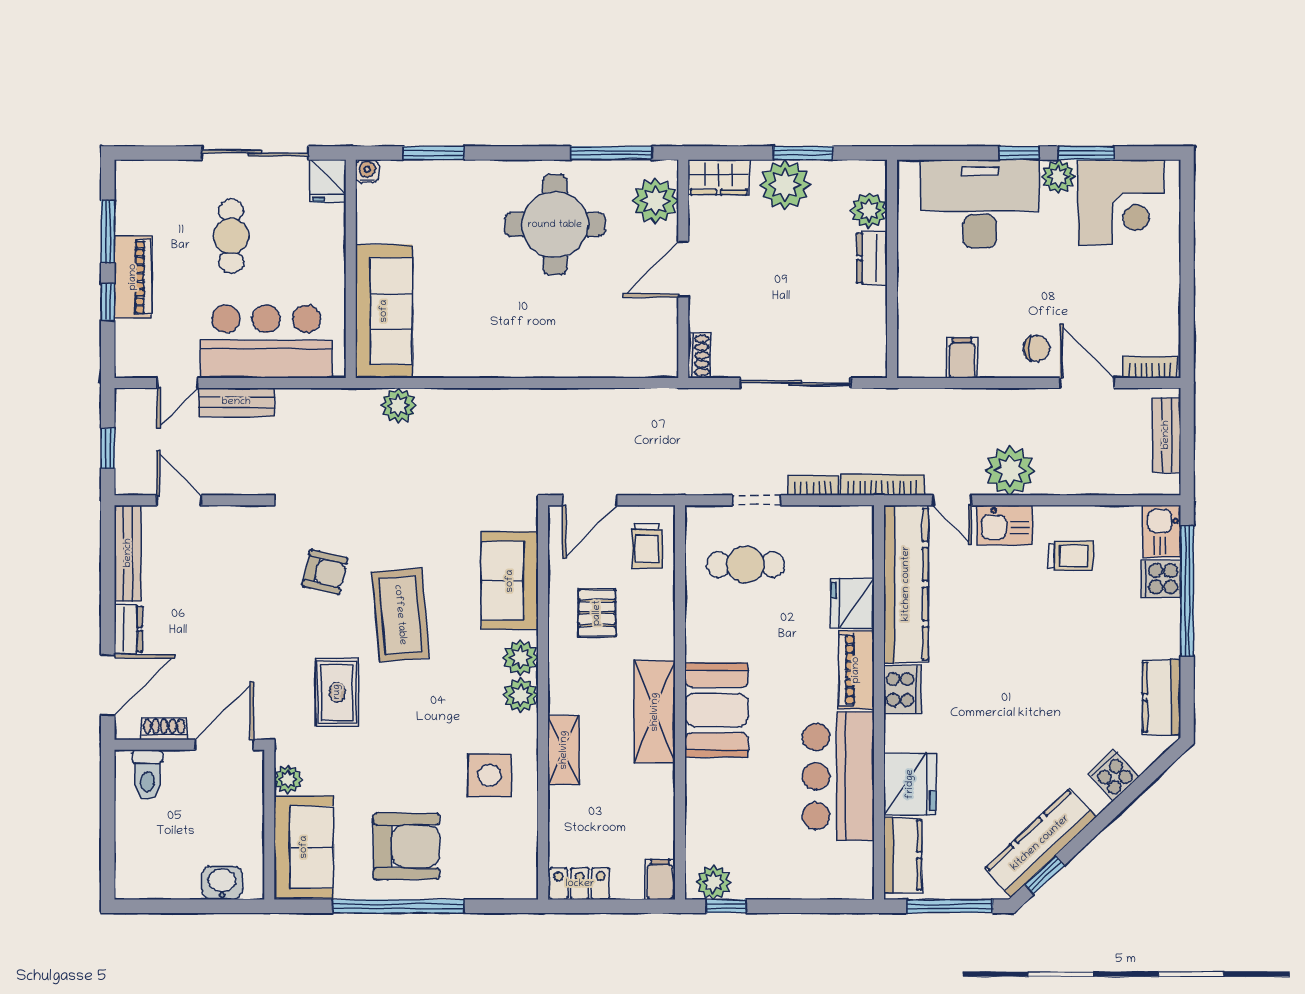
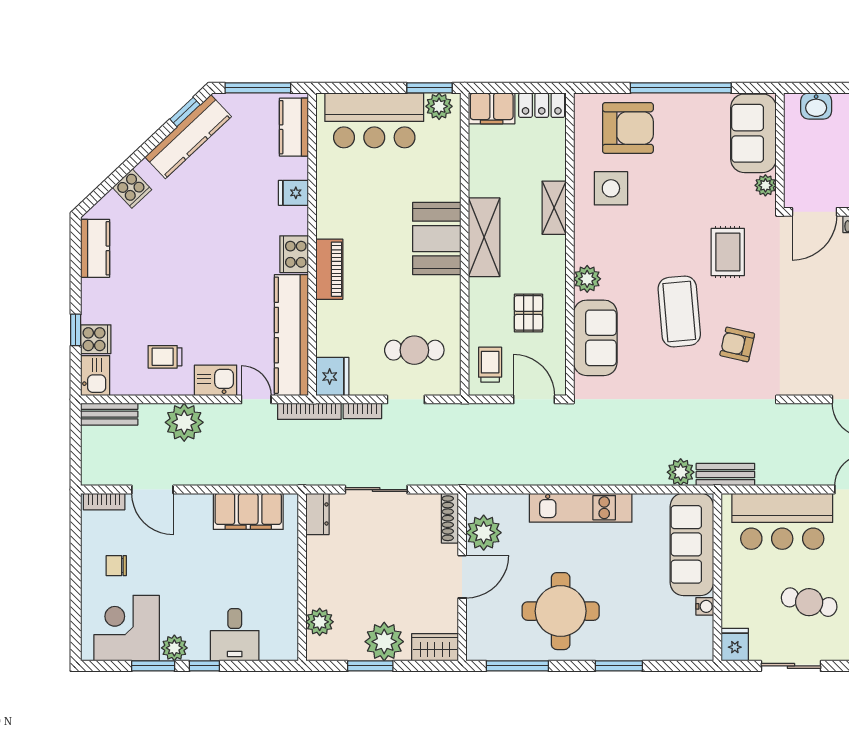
sliding door: (255, 153) -> (791, 666), width x0.73
window: (434, 153) -> (619, 666), moved
water cooler: (367, 171) -> (705, 606), moved, turned -90
plant: (655, 201) -> (484, 533), moved
desk: (980, 204) -> (235, 635), width x0.53, depth x0.77
cafe table: (231, 236) -> (809, 602), turned -76
dresser: (872, 258) -> (317, 514), moved
chair: (1036, 348) -> (116, 566), moved
shoe rack: (699, 355) -> (450, 518), width x1.43
filing cabinet: (962, 358) -> (248, 511), width x3.00, depth x1.17
kitchen unit: (529, 359) -> (581, 508), added
sliding door: (795, 383) -> (376, 490), width x0.73
bench: (236, 402) -> (725, 475), moved
bench: (1166, 435) -> (109, 414), moved, turned 90
plant: (1010, 470) -> (184, 422), moved
door: (590, 500) -> (534, 399), hinge flipped
window: (1187, 591) -> (76, 330), width x0.32
fridge: (853, 603) -> (332, 377), moved
plant: (521, 695) -> (587, 250), removed
bar counter: (838, 776) -> (374, 120), moved, turned 90
fridge: (910, 784) -> (293, 193), width x0.53, depth x0.75
armchair: (406, 846) -> (628, 128), moved, turned 180
filing cabinet: (660, 880) -> (492, 108), width x2.00
window: (726, 906) -> (430, 88), width x1.50

